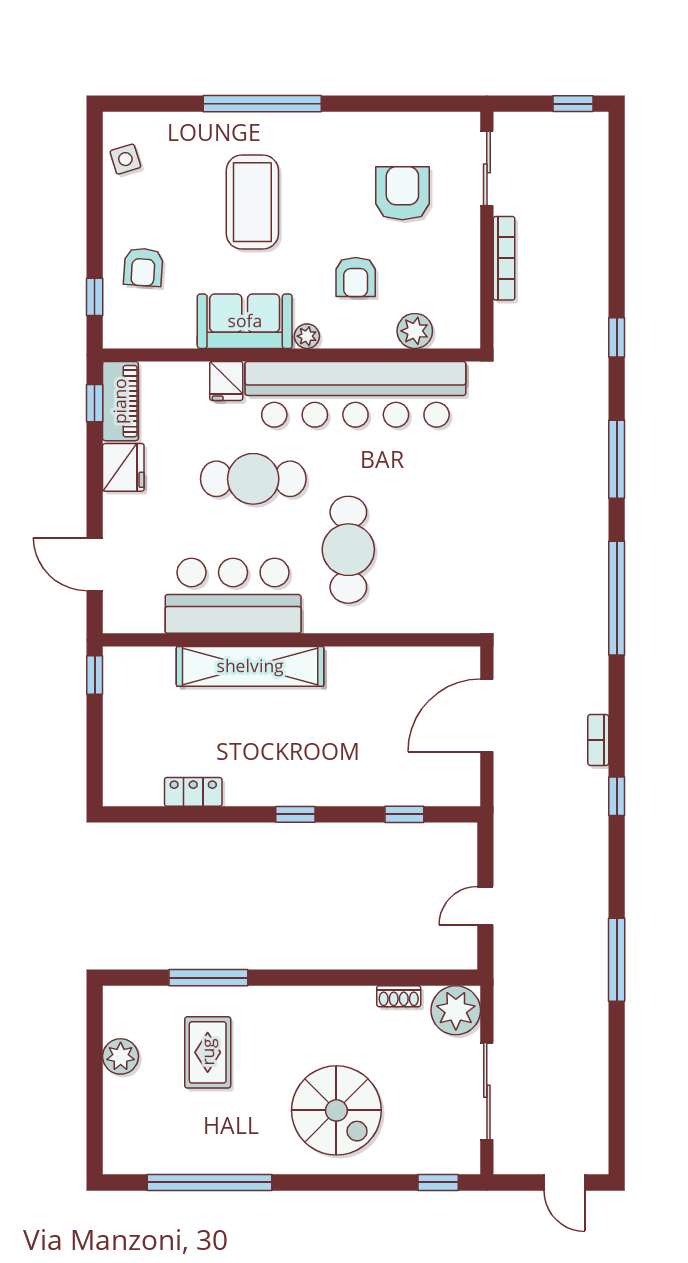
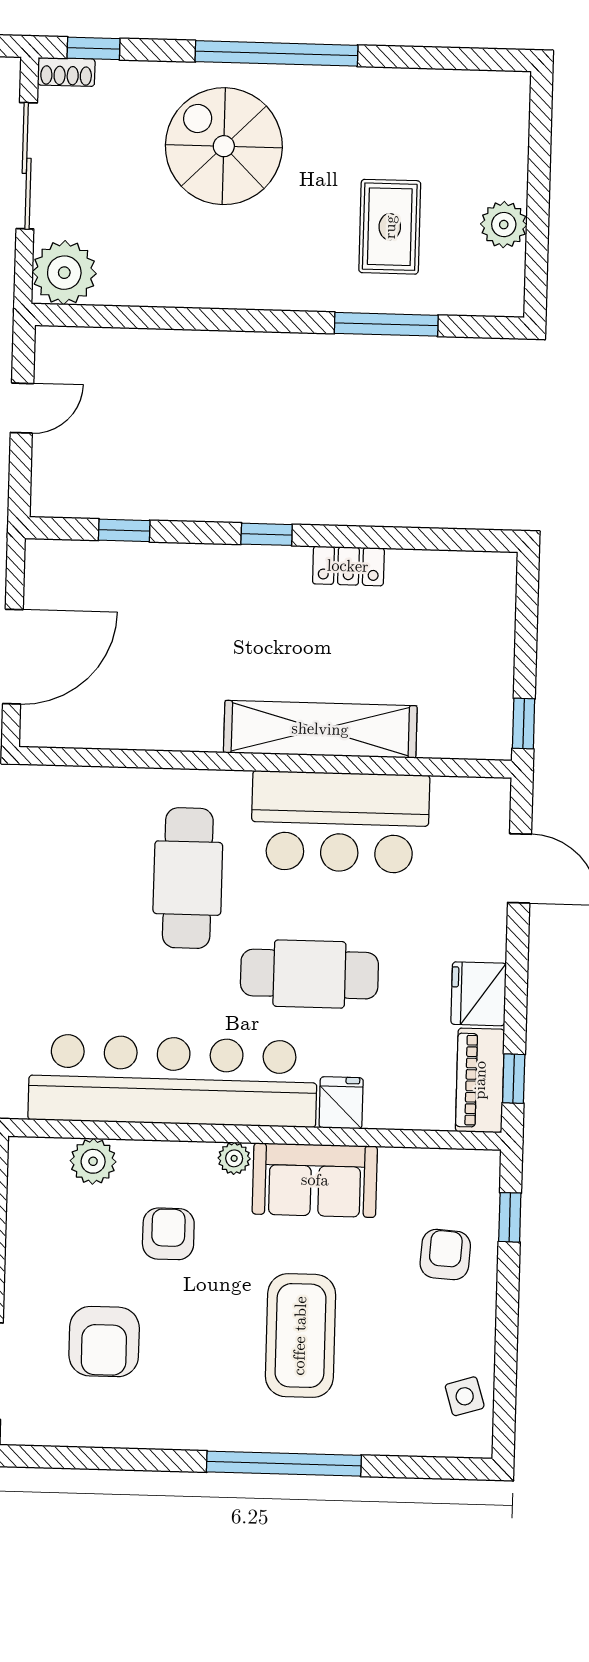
locker: (193, 792) -> (348, 566), moved
shoe rack: (399, 996) -> (66, 72), moved, turned 180
window: (209, 1182) -> (276, 53), moved

